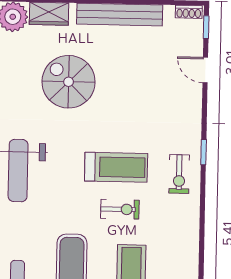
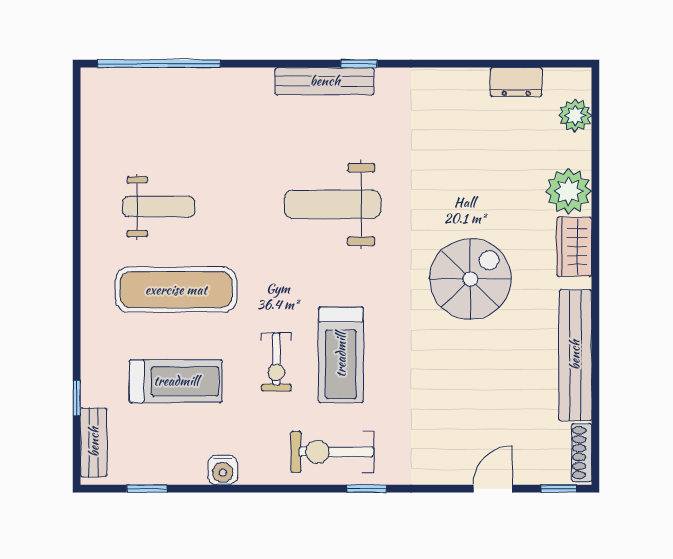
shoe rack: (189, 12) -> (582, 453), width x1.43
exercise bike: (179, 174) -> (332, 452), width x1.38, depth x1.39
water cooler: (190, 246) -> (223, 470), added

